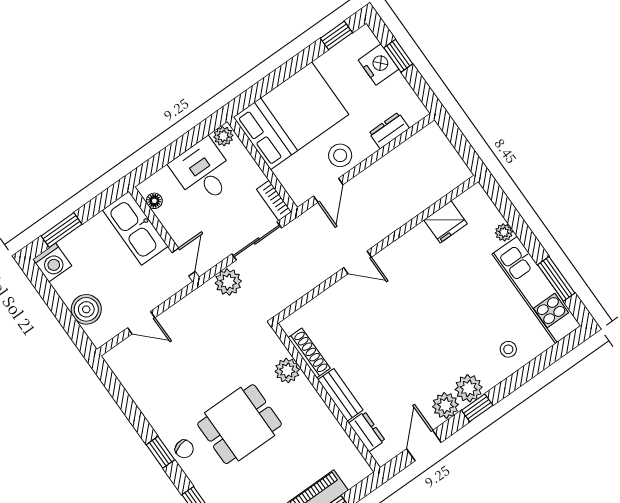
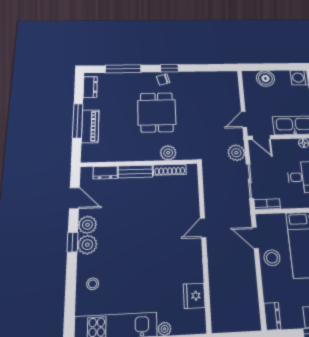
dresser: (389, 131) -> (272, 316), moved
door: (141, 323) -> (244, 120), moved

